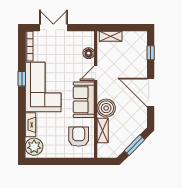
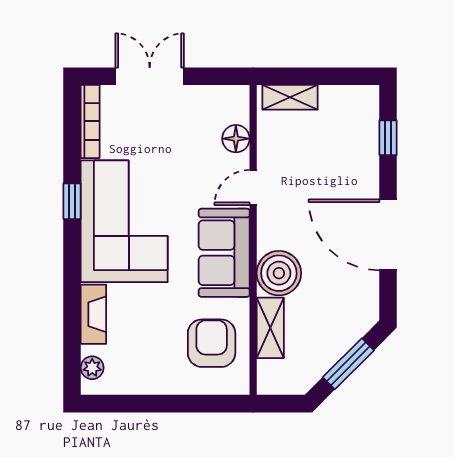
plant: (34, 147) -> (92, 368), width x0.53, depth x0.53

